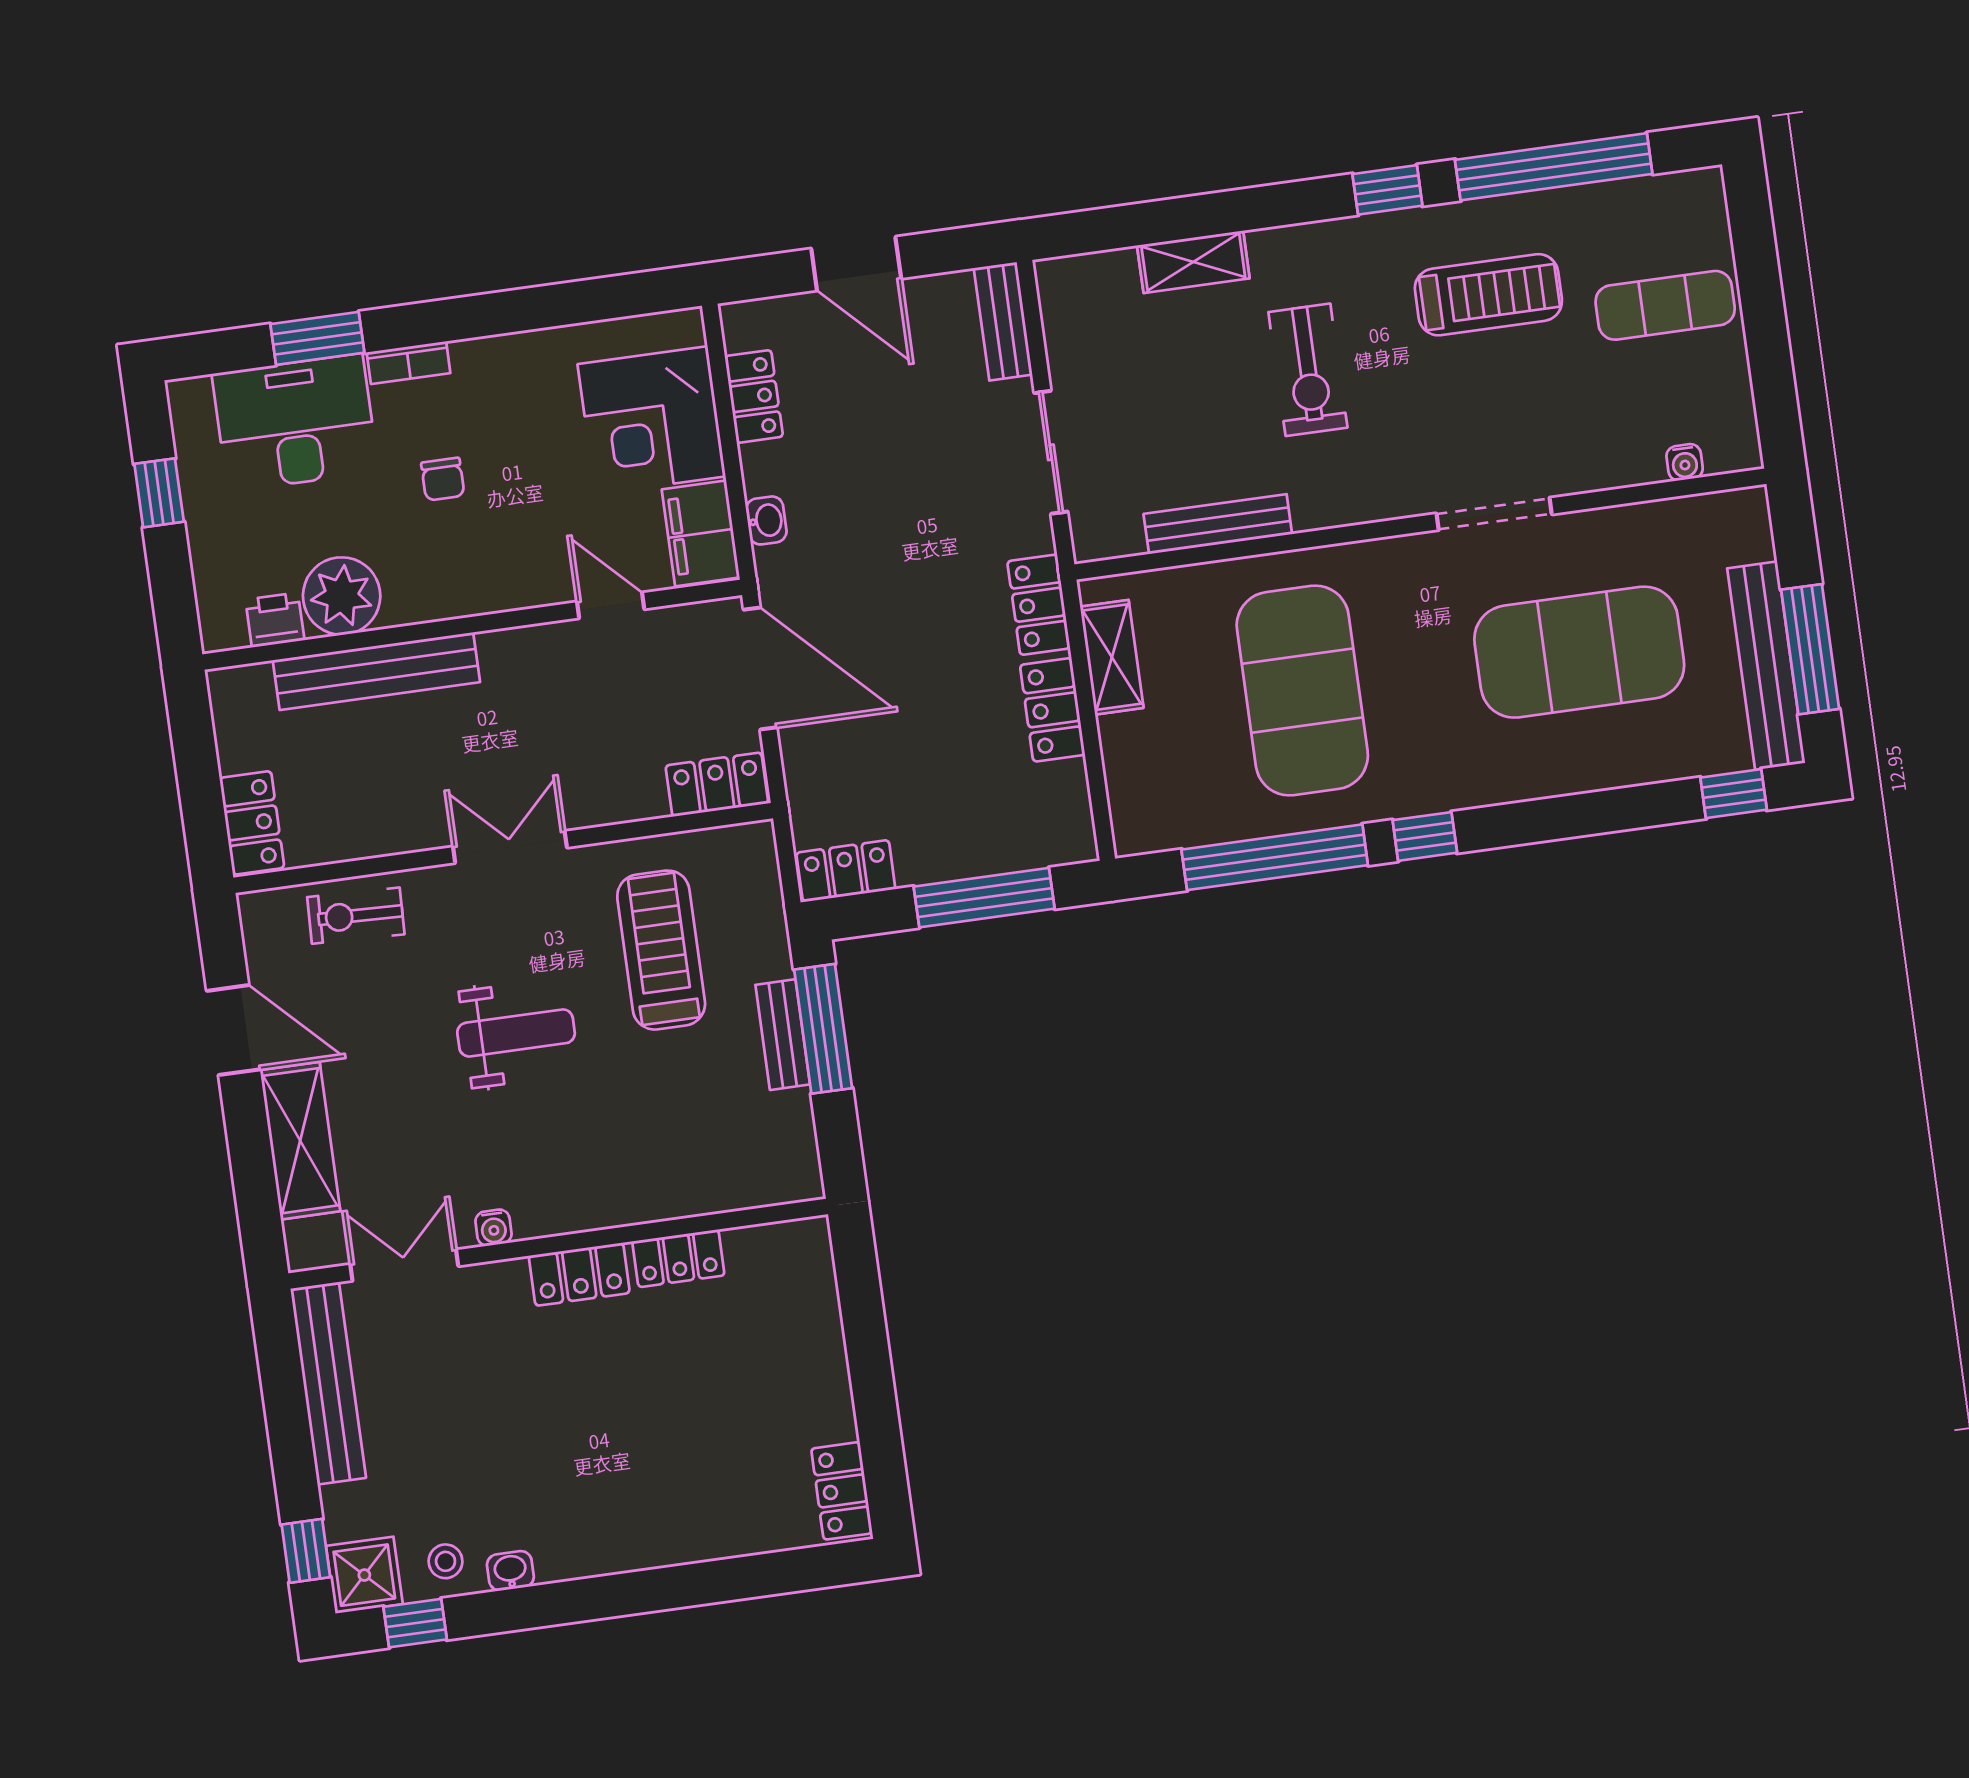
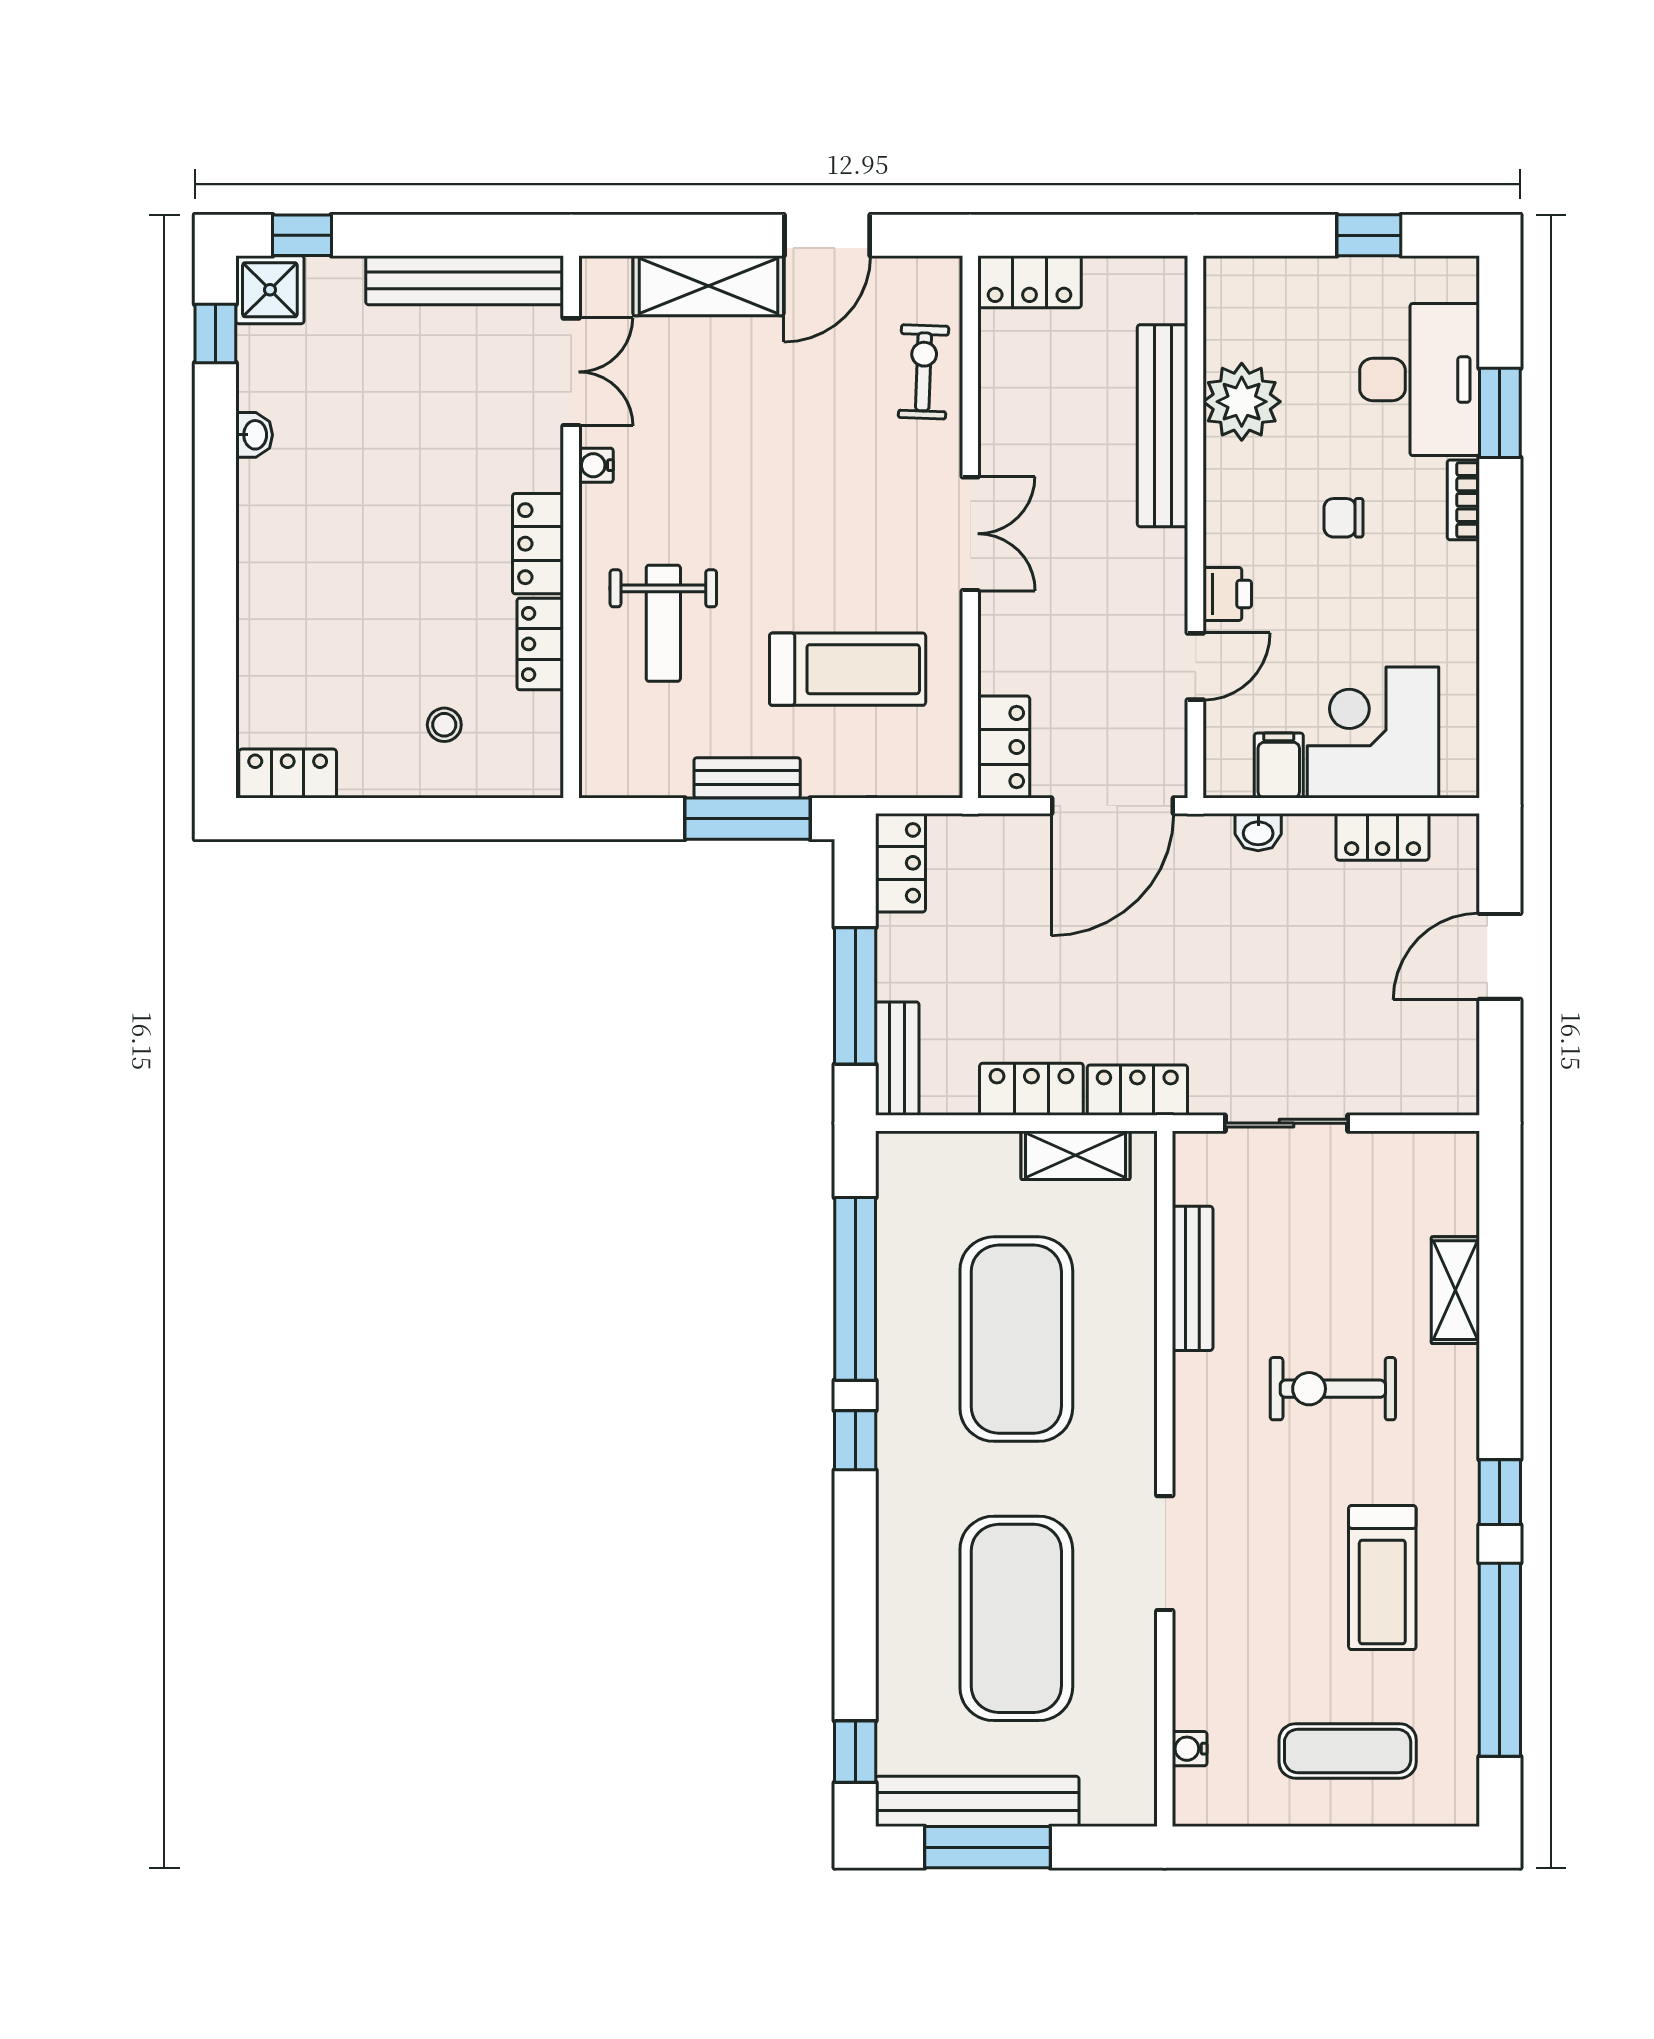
exercise mat: (1665, 305) -> (1348, 1751), turned 90
bench: (1003, 321) -> (897, 1059), moved, turned 90
filing cabinet: (701, 533) -> (1279, 766), width x0.50
printer: (275, 620) -> (1227, 594), moved
exercise mat: (1302, 691) -> (1016, 1339), turned 90
weight bench: (516, 1033) -> (663, 623), moved
stool: (446, 1561) -> (444, 725), moved

